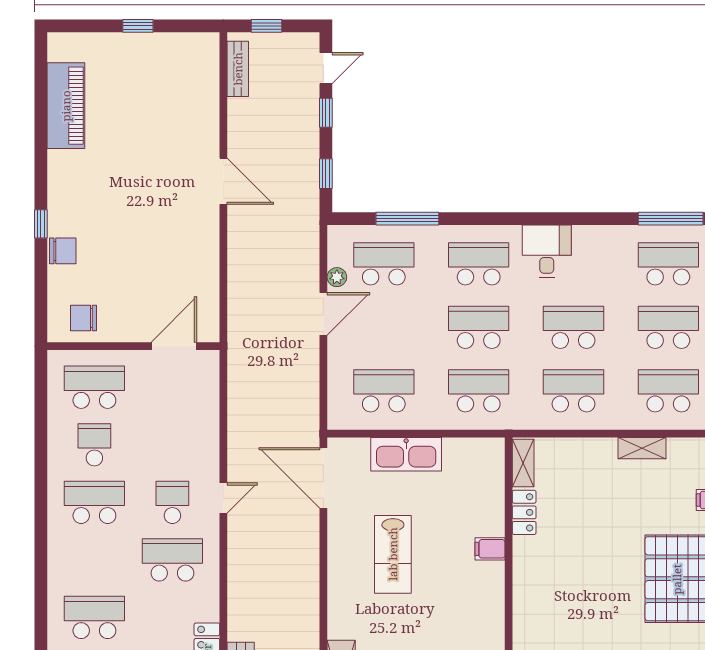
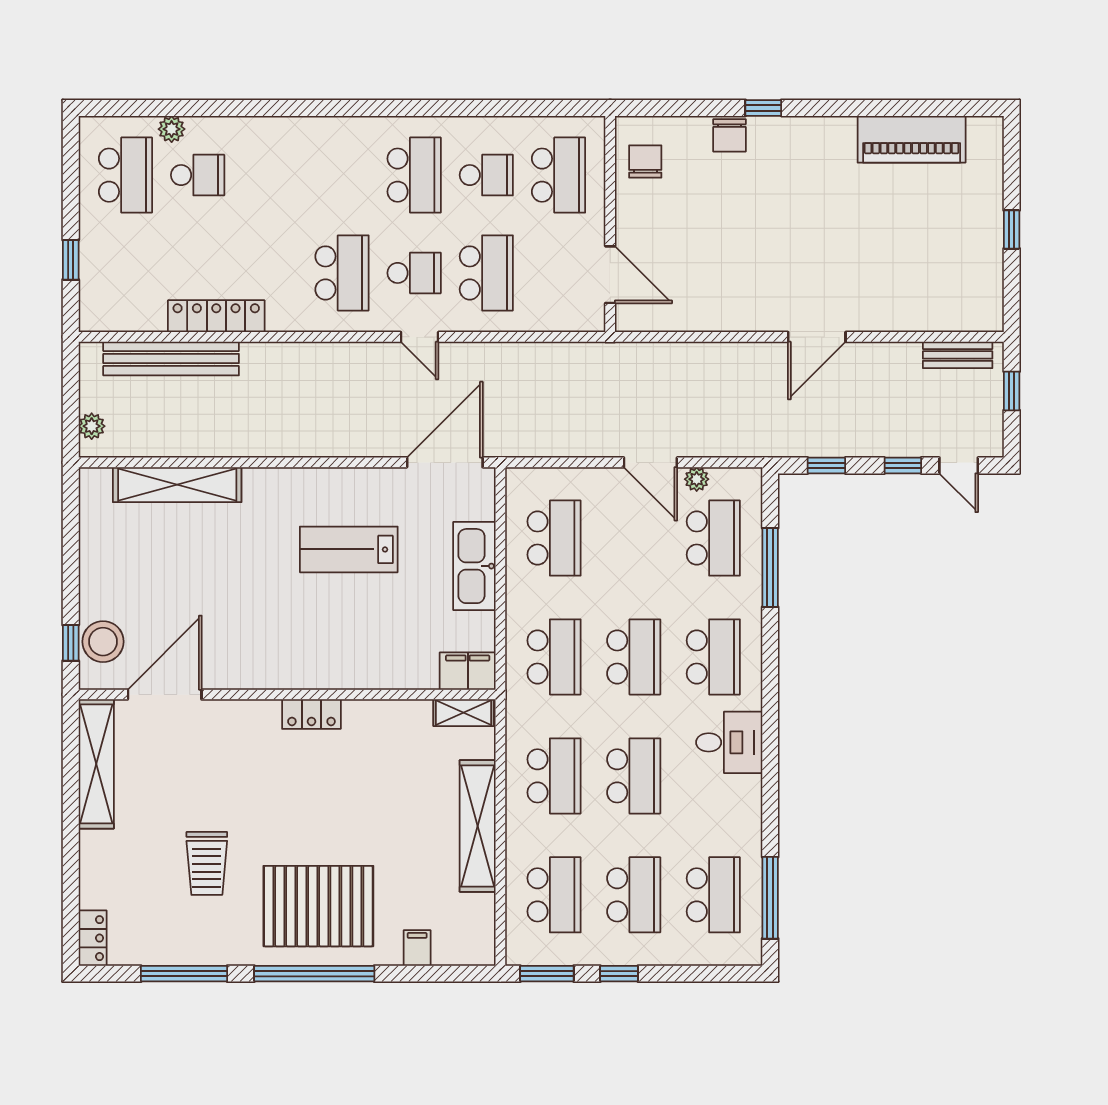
shelving: (642, 448) -> (478, 826), width x2.20, depth x1.33
locker: (524, 512) -> (311, 714), moved
filing cabinet: (490, 549) -> (468, 671), moved, width x2.00
school desk: (94, 617) -> (486, 273), moved

